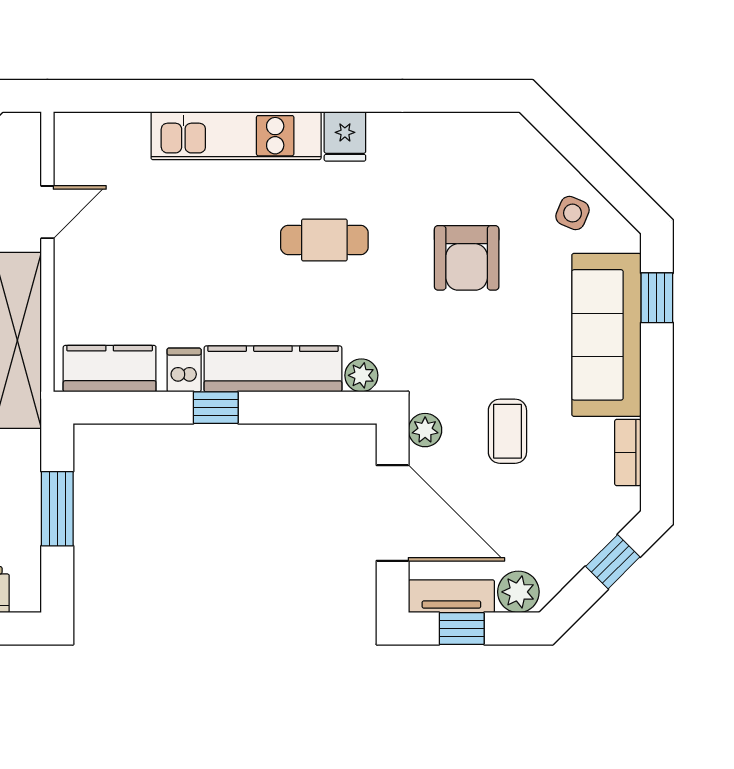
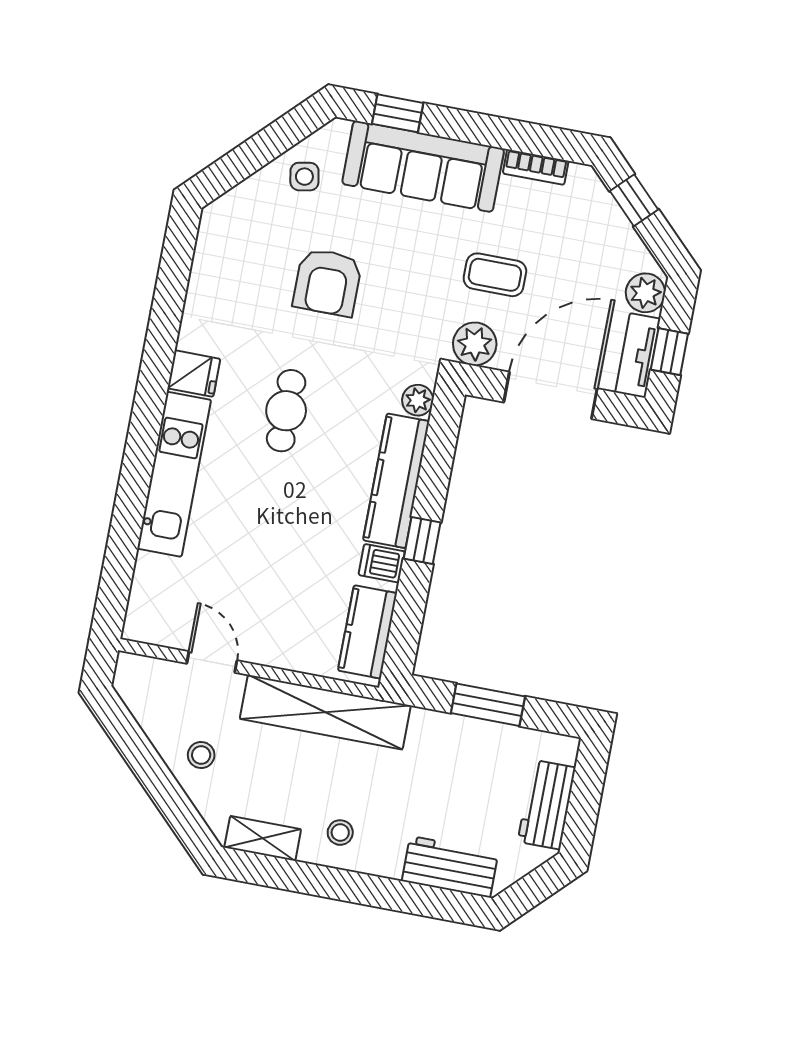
side table: (572, 213) -> (304, 177), turned -33
armchair: (467, 258) -> (327, 282), turned 90
plant: (425, 430) -> (475, 344), width x1.38, depth x1.38

